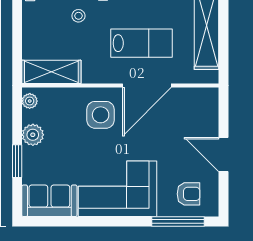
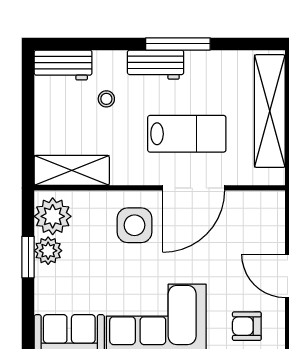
plant: (30, 101) -> (53, 216), width x1.87, depth x1.87
window: (17, 161) -> (28, 257), moved
armchair: (189, 194) -> (247, 326), turned 180

